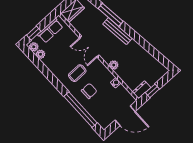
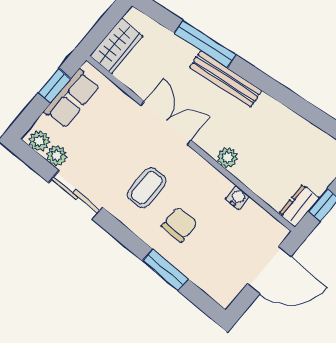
window: (34, 33) -> (55, 86), moved
double door: (89, 47) -> (166, 123), swing flipped
sliding door: (46, 72) -> (76, 195), added
window: (80, 110) -> (165, 270), width x0.47

